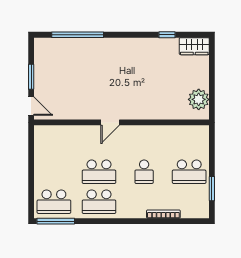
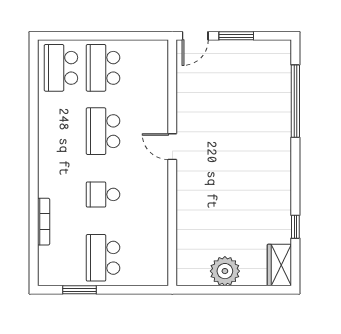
plant: (199, 99) -> (225, 271), moved
school desk: (99, 202) -> (103, 68), moved
window: (56, 221) -> (34, 71), removed

